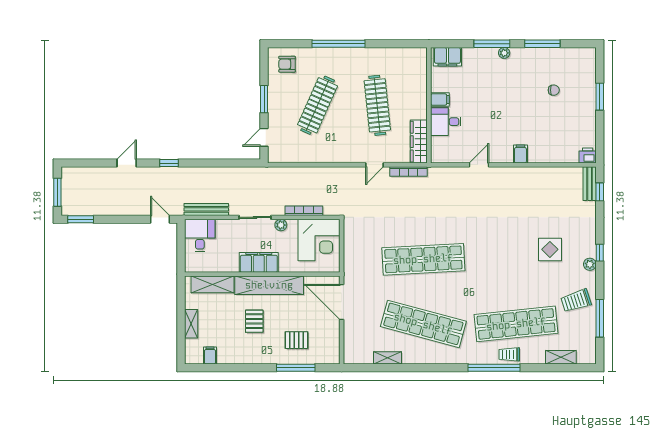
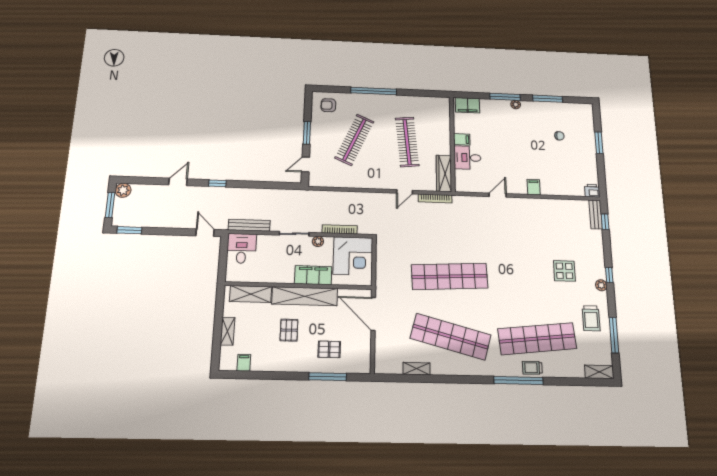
plant: (69, 175) -> (123, 190), added
filing cabinet: (259, 262) -> (313, 275), moved
trolley: (576, 301) -> (591, 318), turned -72
shelving: (561, 357) -> (599, 372), moved

